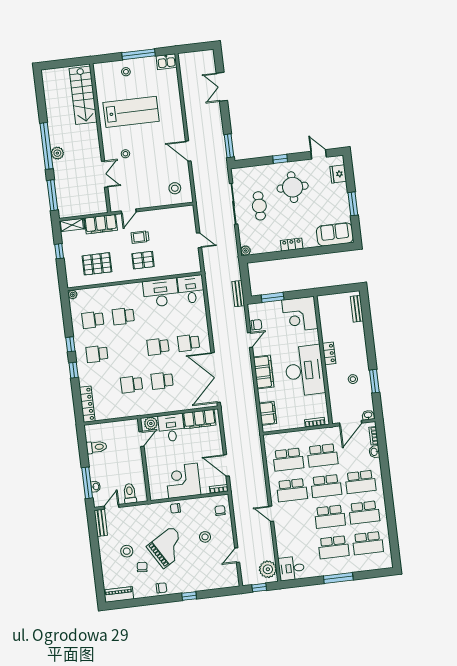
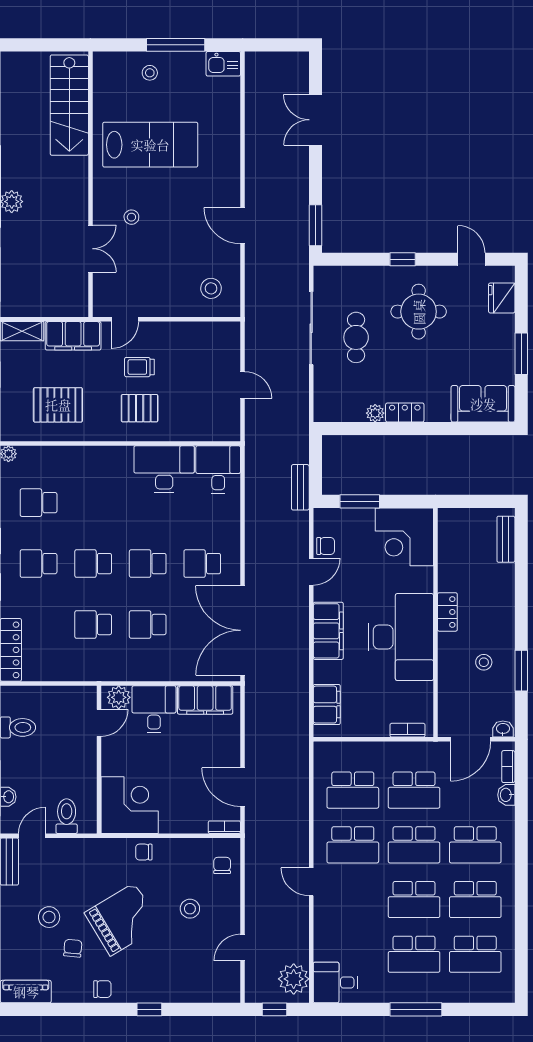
plant: (246, 251) -> (375, 413), moved
school desk: (123, 316) -> (93, 564), moved
corner desk: (183, 481) -> (130, 805), moved, turned 90

